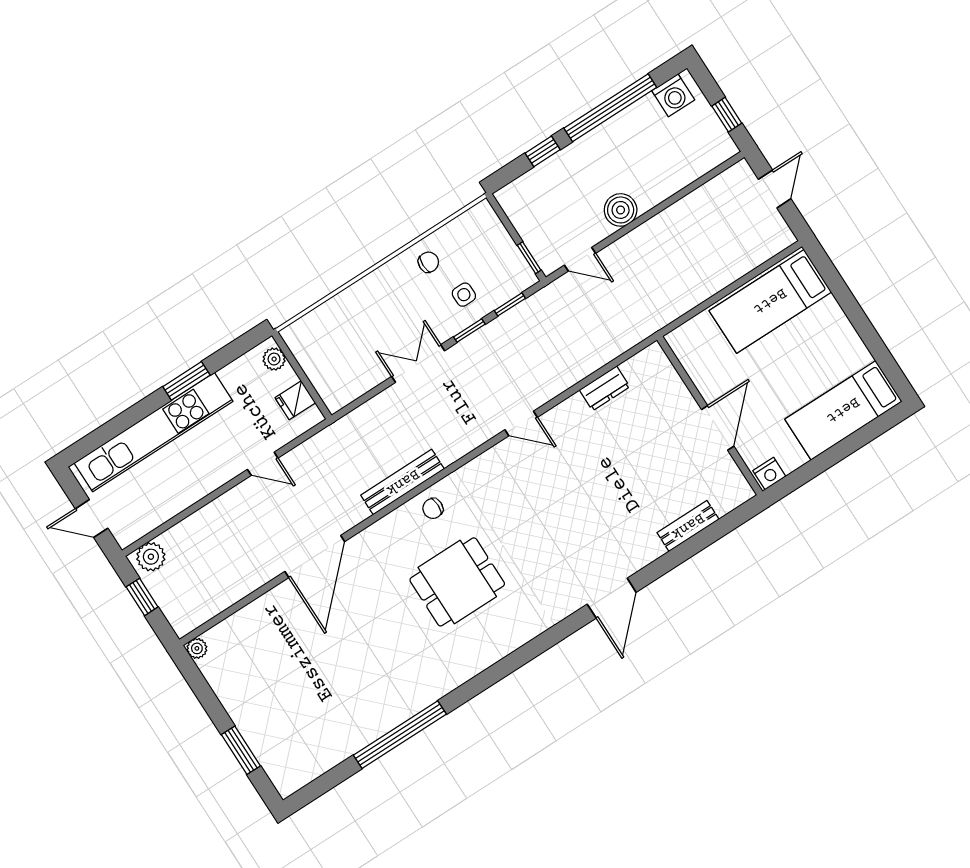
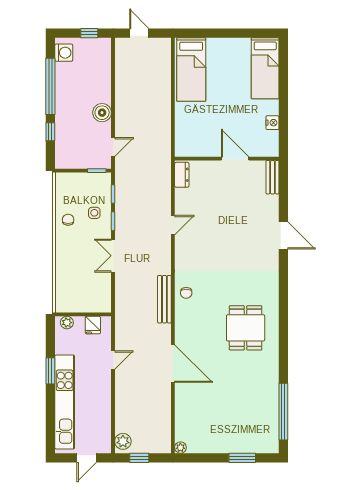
wall: (710, 416) -> (227, 159), moved
door: (718, 428) -> (235, 159), moved
dining table: (457, 582) -> (246, 328), moved
window: (400, 735) -> (283, 412), moved

